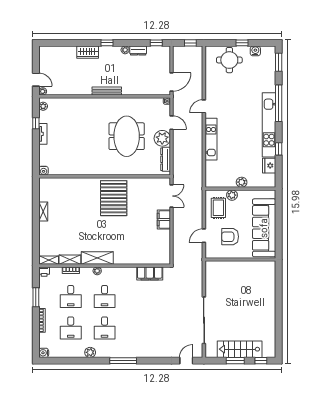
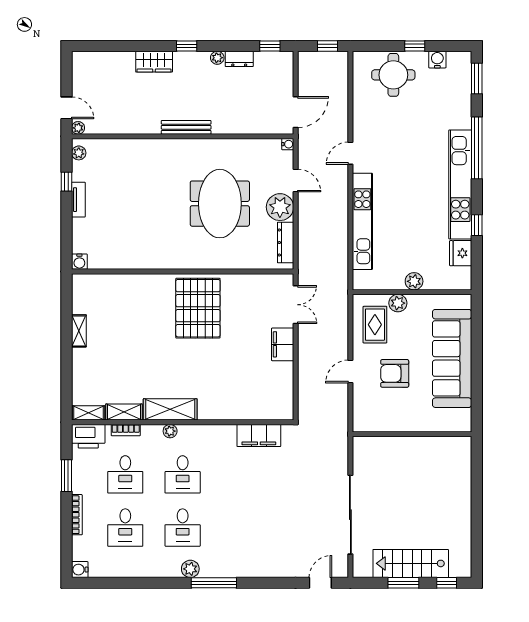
kitchen unit: (211, 139) -> (362, 221), width x1.36
wall: (240, 260) -> (412, 434), moved
printer: (44, 272) -> (88, 436), width x1.87, depth x1.48
plant: (90, 352) -> (190, 569), moved

